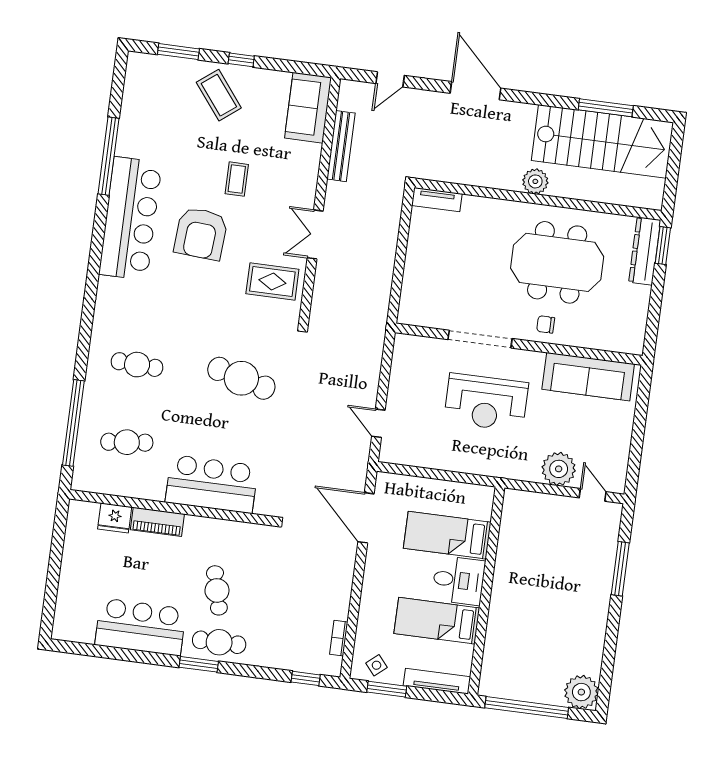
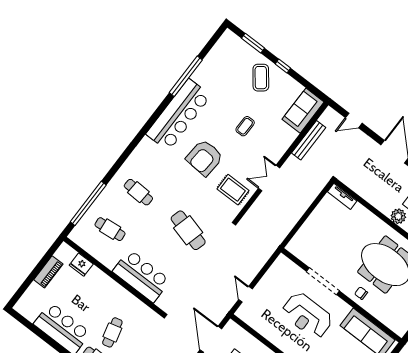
armchair: (201, 234) -> (204, 158), moved
piano: (157, 522) -> (48, 272), moved, turned -90

